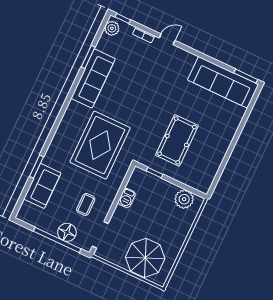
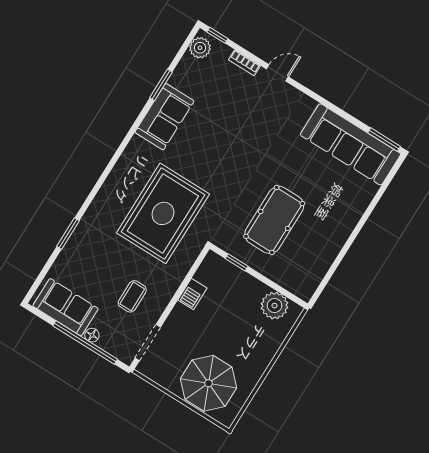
sofa: (93, 79) -> (164, 117), width x0.73
sofa: (42, 186) -> (65, 307), moved, turned -90
floor lamp: (67, 232) -> (92, 335), width x0.53, depth x0.53

